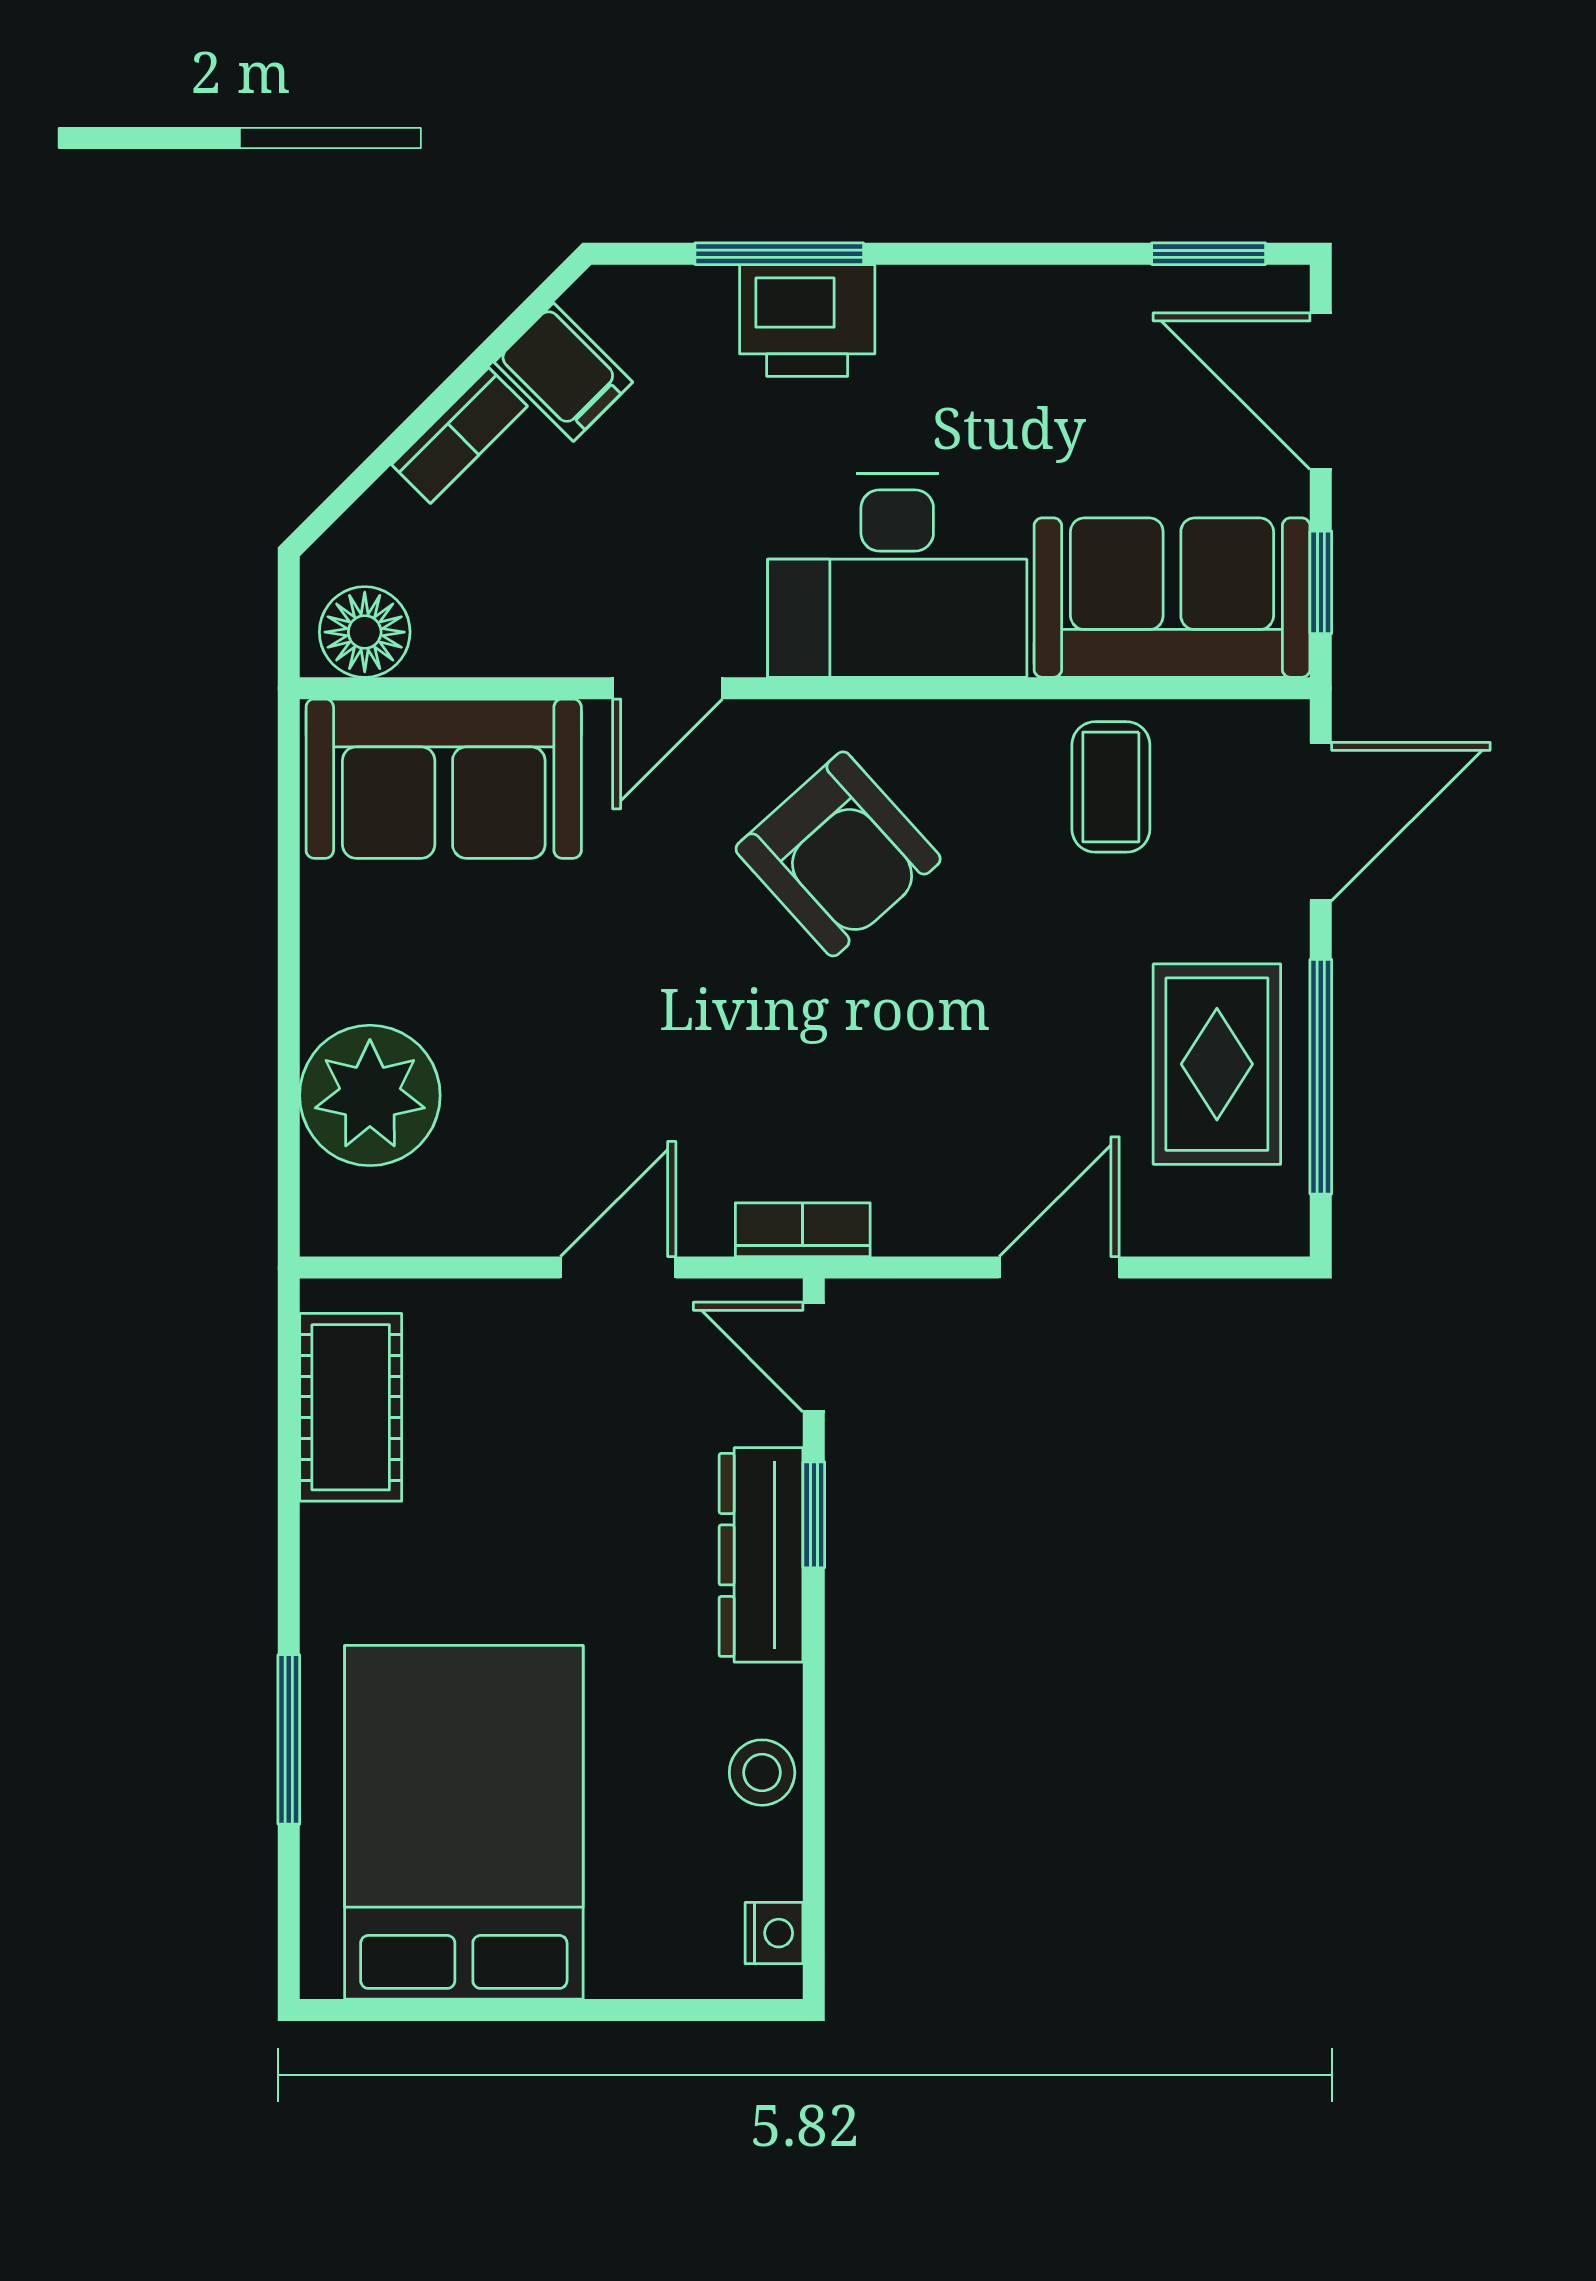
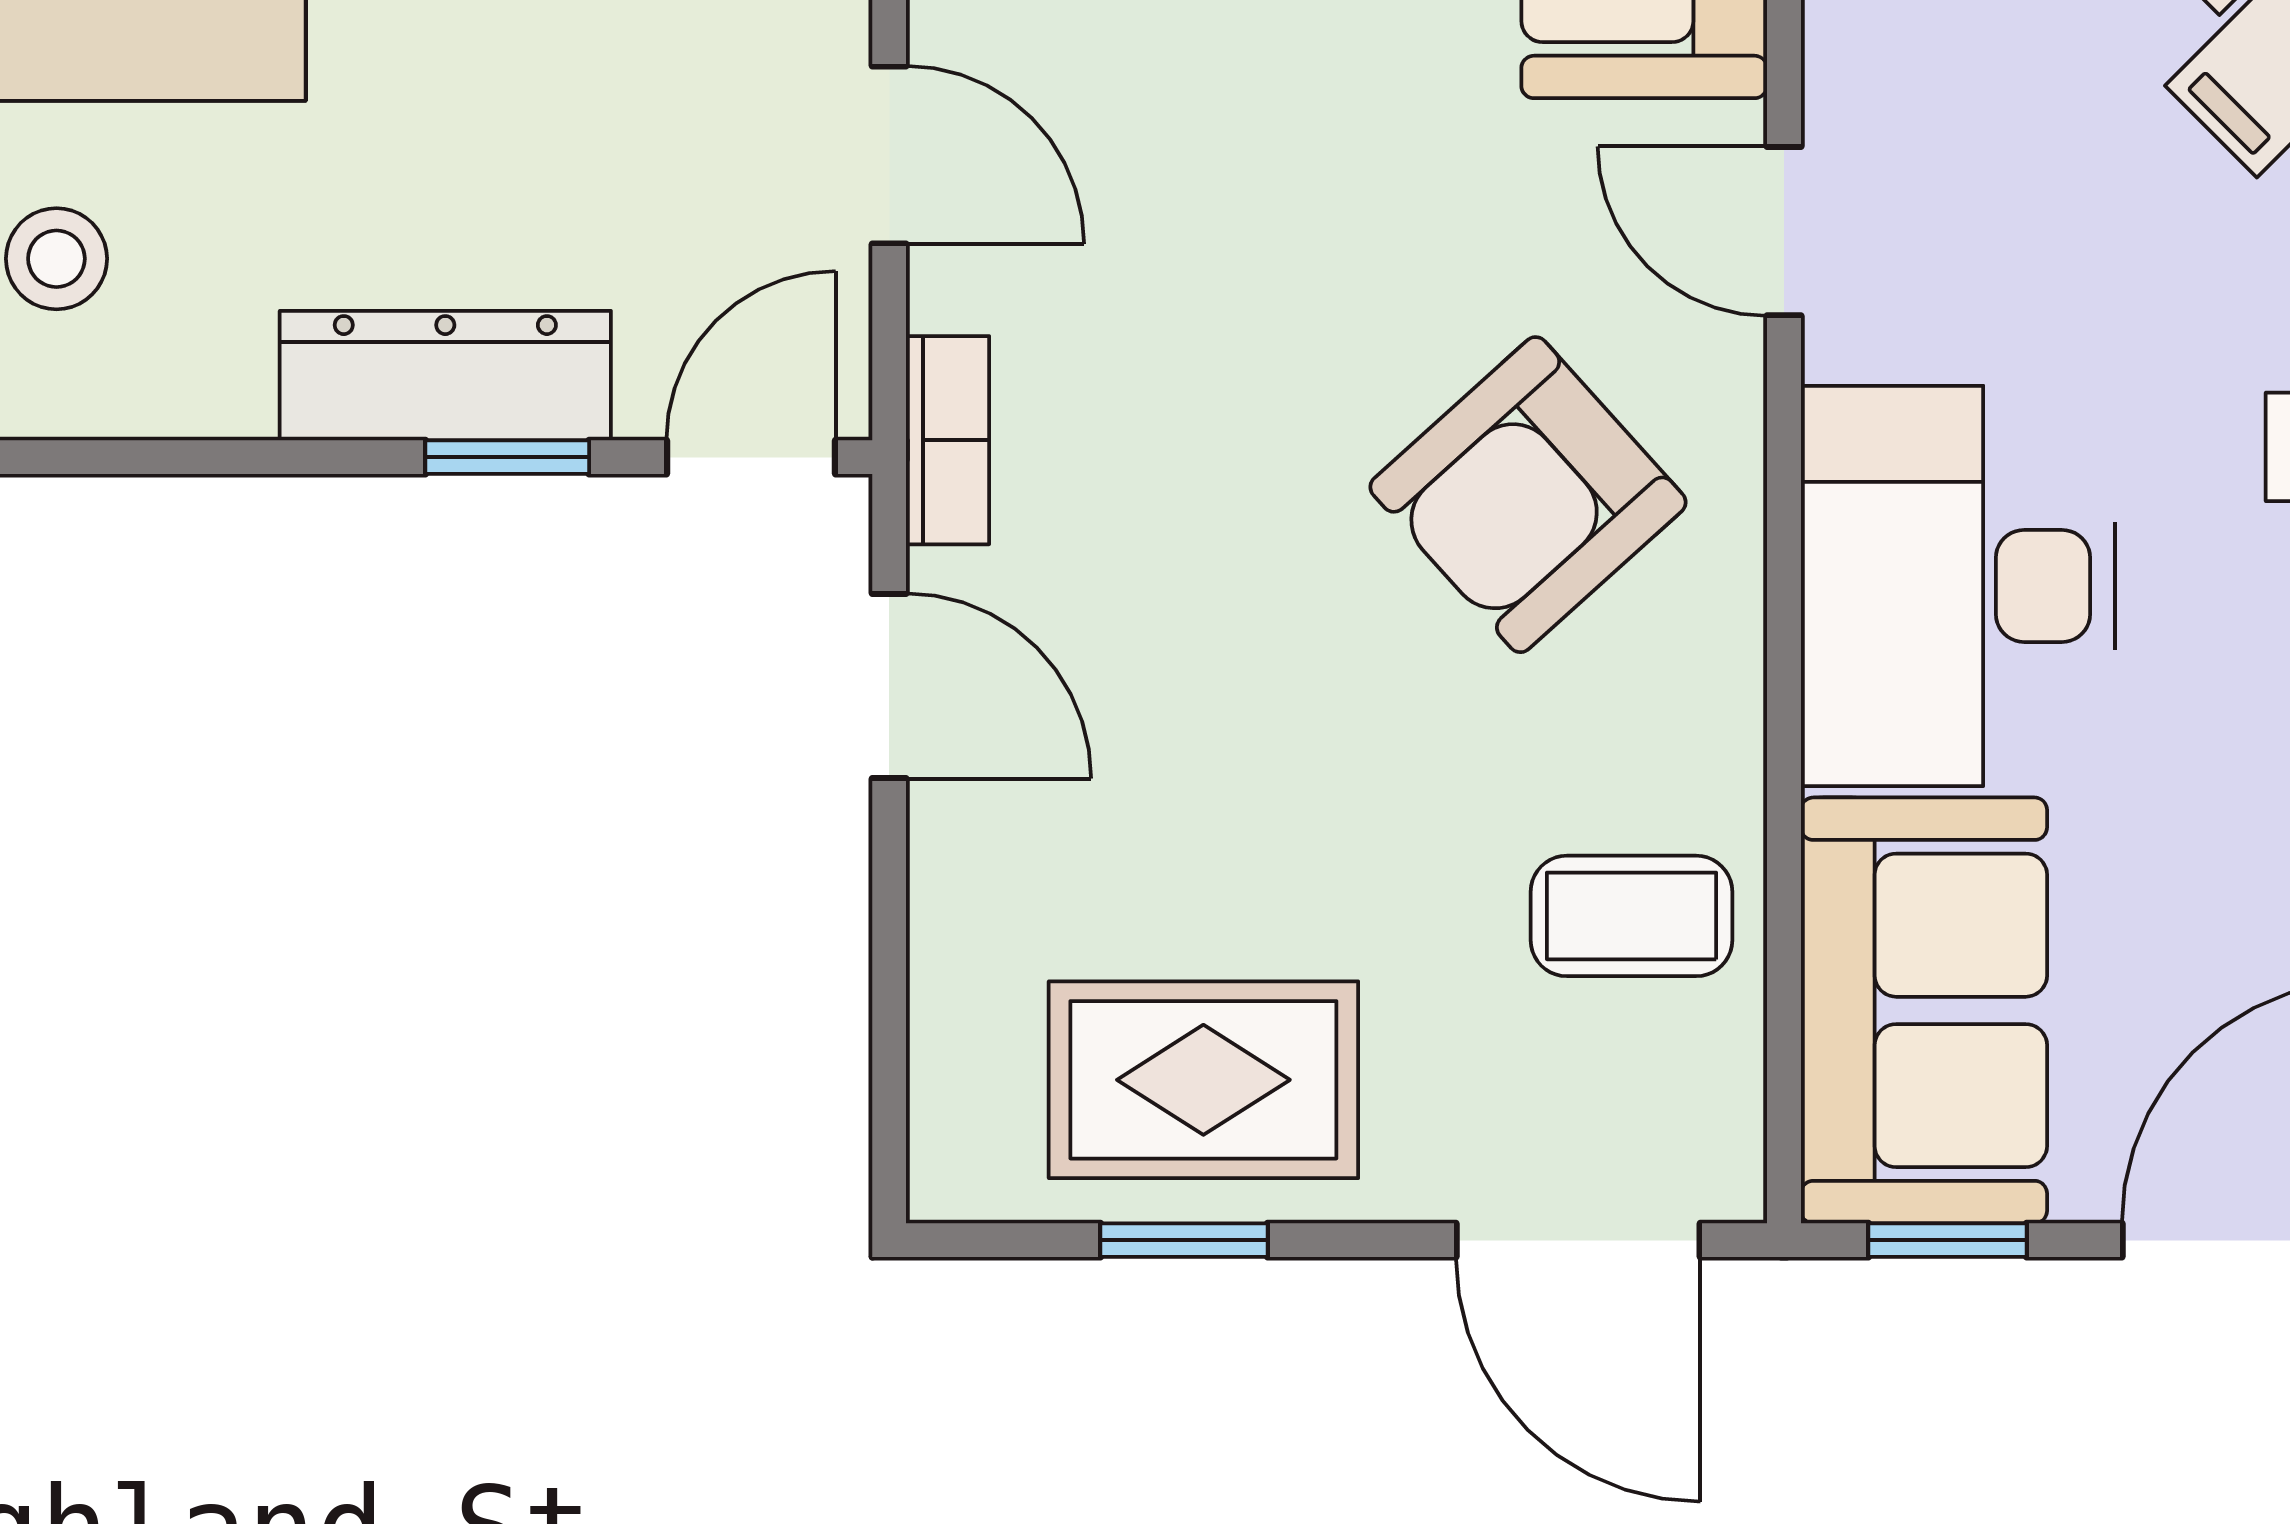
window: (1321, 1077) -> (1184, 1240), width x0.46
door: (1059, 1268) -> (889, 686), moved
stool: (762, 1773) -> (56, 259), moved

